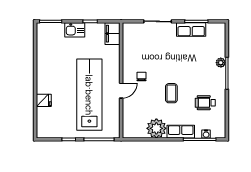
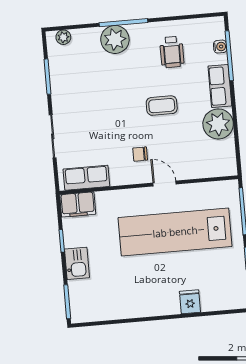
row of seats: (191, 30) -> (86, 178), moved, turned -90
plant: (221, 34) -> (63, 37), added
plant: (221, 63) -> (115, 39), width x1.87, depth x1.87

